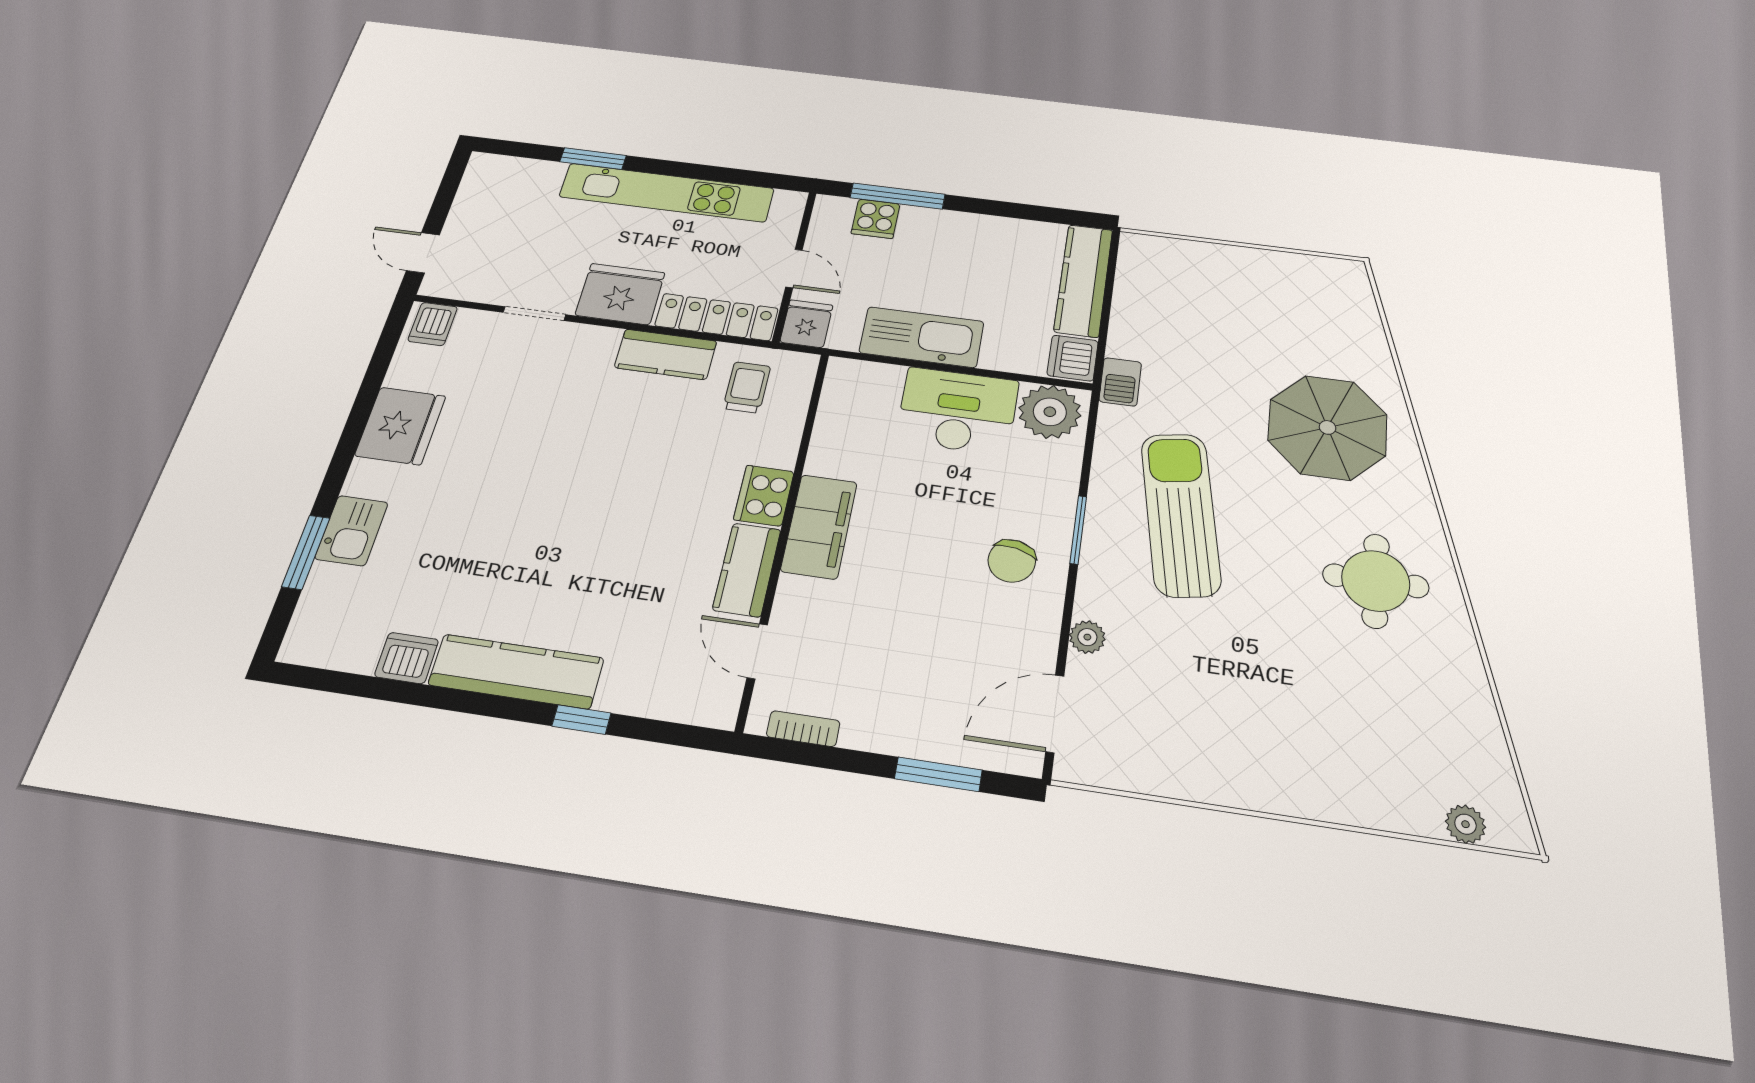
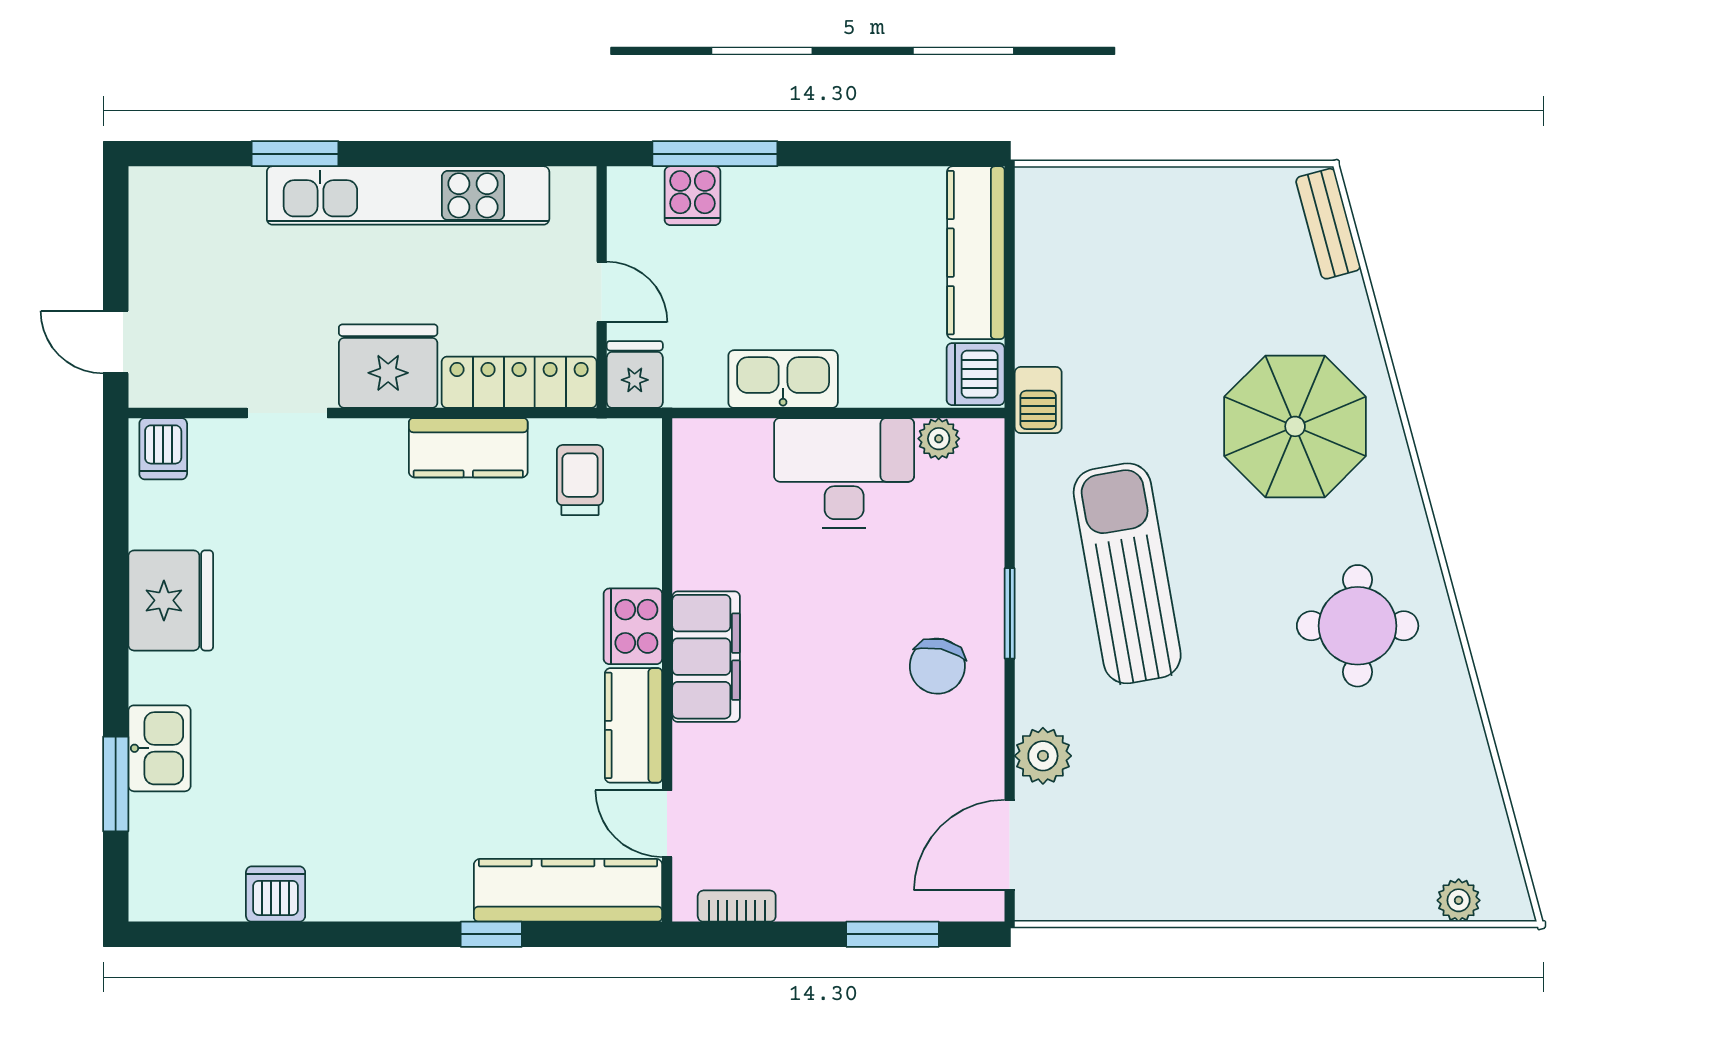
bench: (1359, 297) -> (1328, 224), added
kitchen sink: (922, 337) -> (783, 379), width x0.73, depth x0.81
plant: (1050, 412) -> (939, 439), width x0.53, depth x0.53
plant: (1087, 637) -> (1043, 756), width x1.38, depth x1.38
kitchen counter: (516, 671) -> (568, 890), moved

